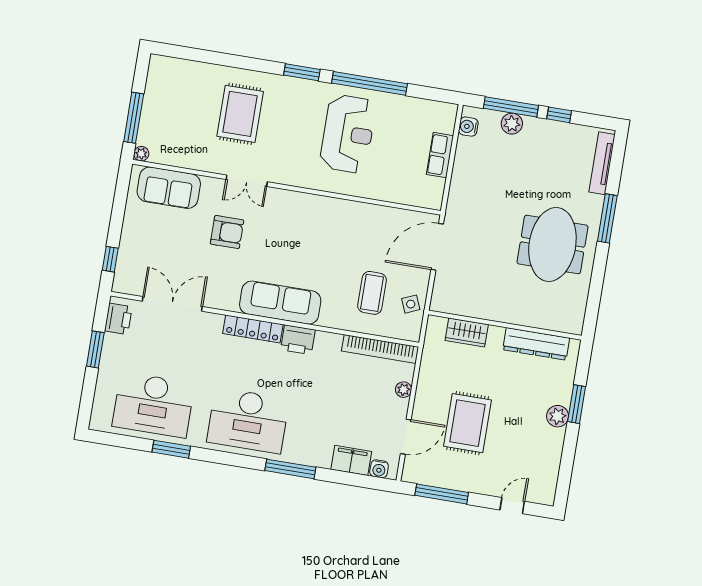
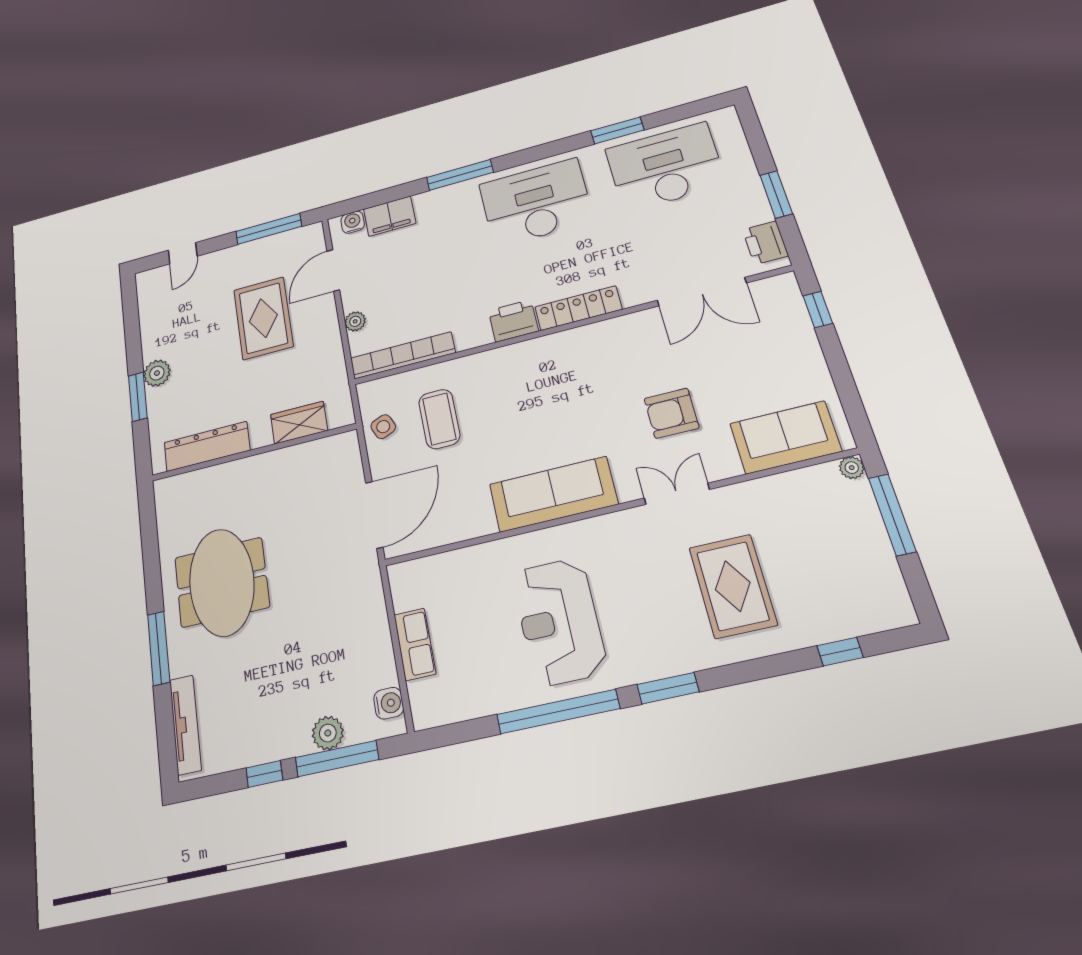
window: (200, 55) -> (840, 652), added
sofa: (280, 303) -> (553, 494), moved, turned 180

